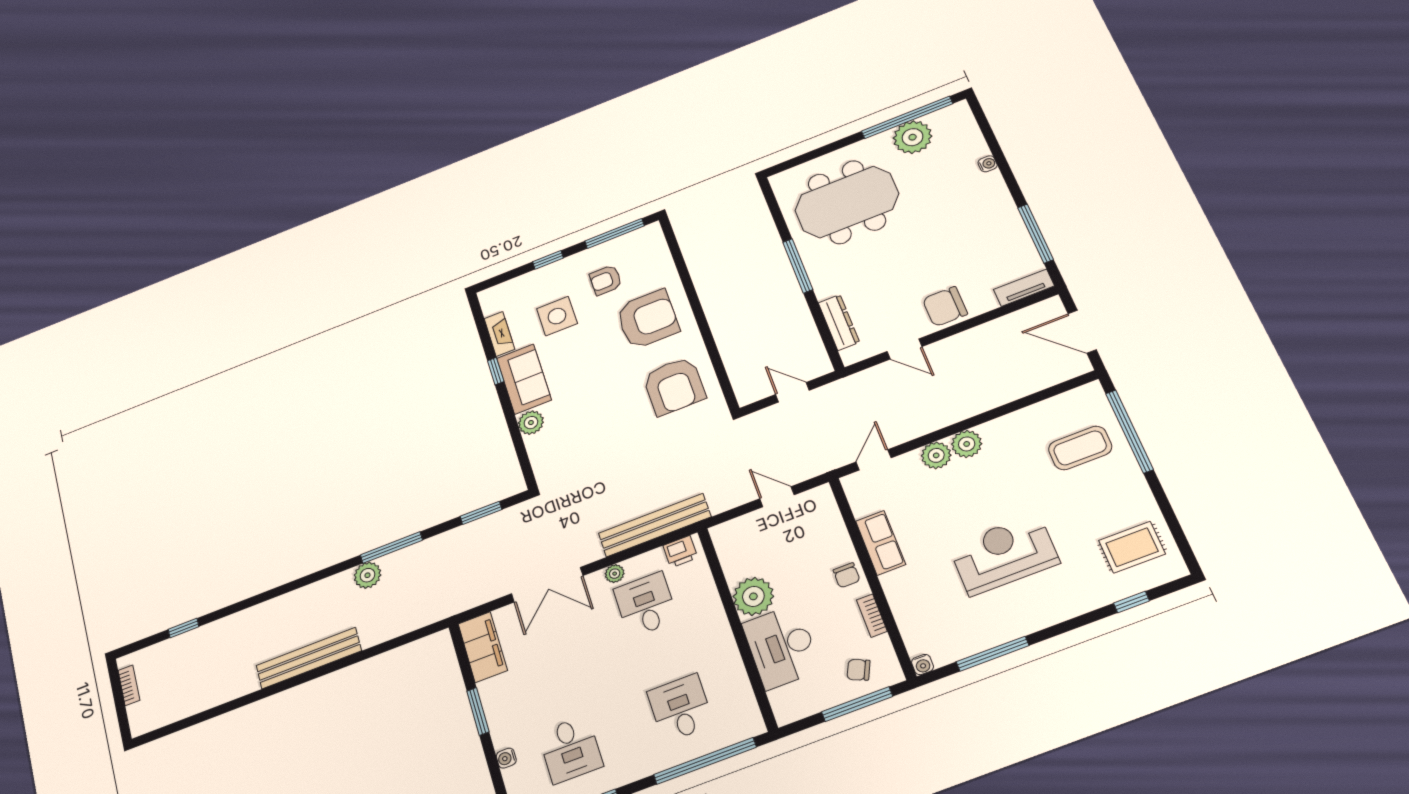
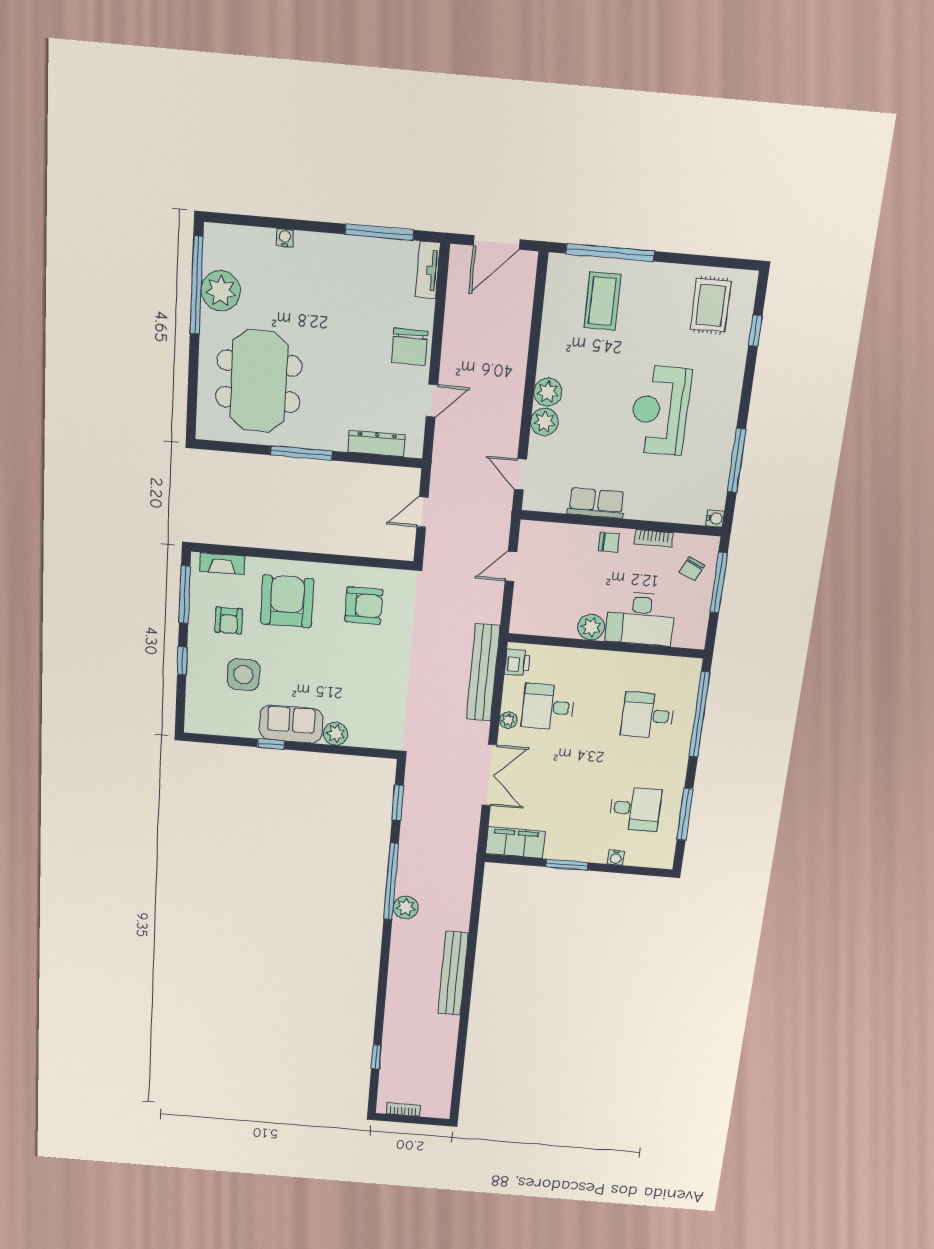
fireplace: (499, 334) -> (222, 564), moved, turned 180
armchair: (674, 386) -> (364, 606), width x0.73, depth x0.73
window: (391, 548) -> (391, 882), width x1.46
plant: (753, 596) -> (591, 627), width x0.73, depth x0.73

